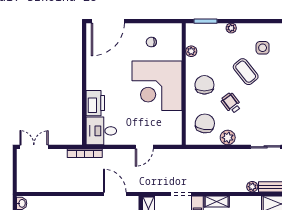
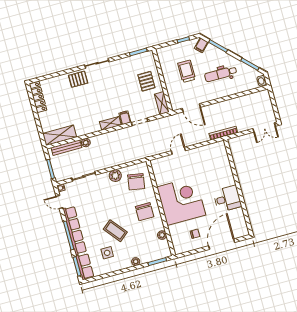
door: (108, 21) -> (222, 244), moved
printer: (95, 103) -> (226, 174), removed
wheelchair: (231, 103) -> (120, 203), removed
desk: (101, 131) -> (227, 199), moved

